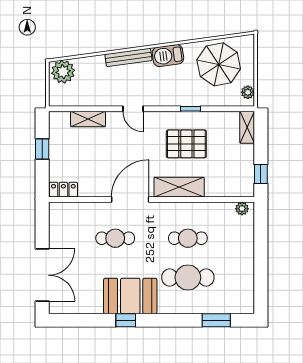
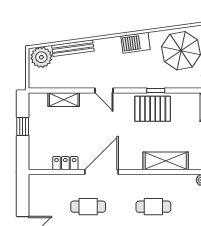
bench: (128, 57) -> (73, 48), moved
pallet: (186, 144) -> (153, 109), moved
shelving: (179, 187) -> (166, 161), moved
locker: (63, 190) -> (65, 163), moved

